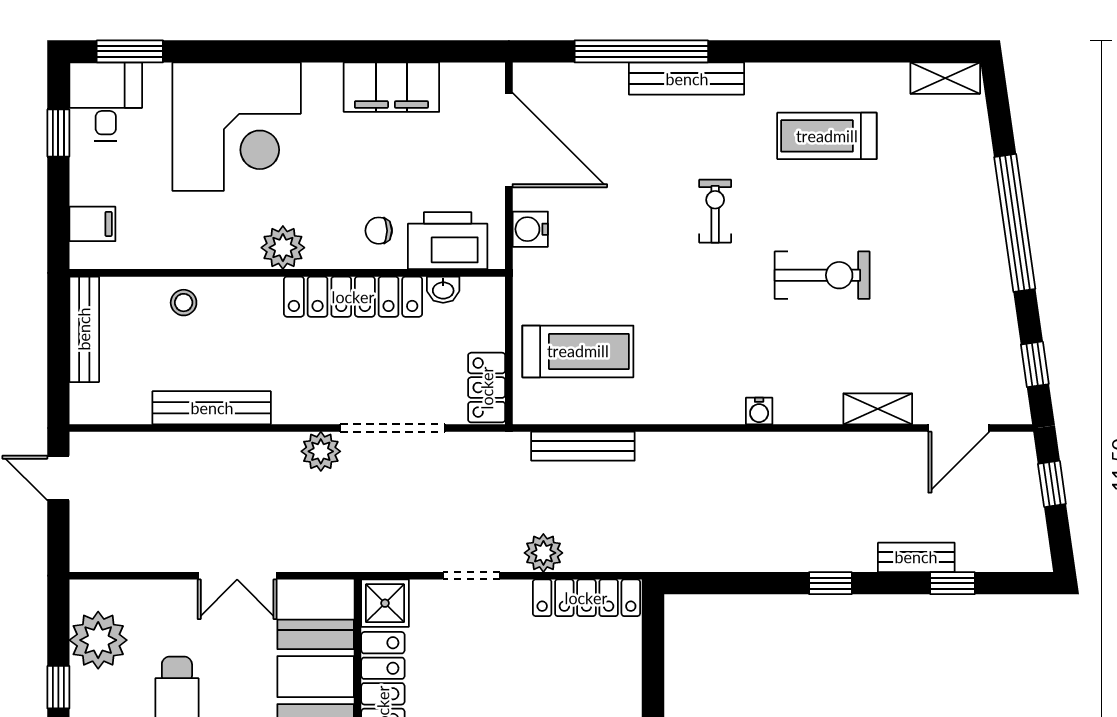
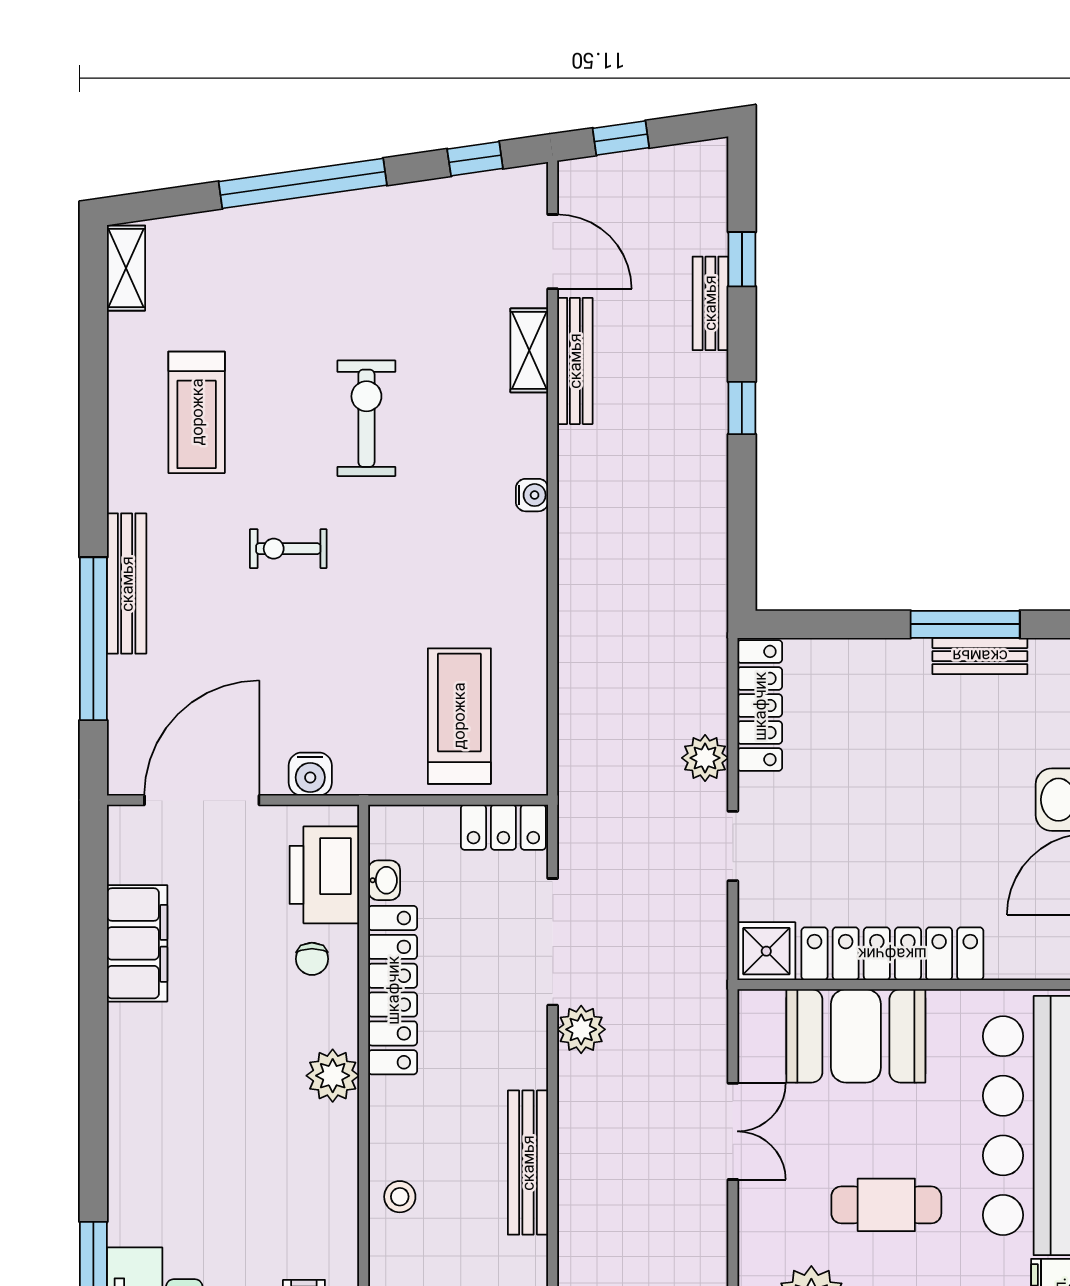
corner desk: (237, 127) -> (185, 1132), removed
bench: (583, 446) -> (575, 361), moved

